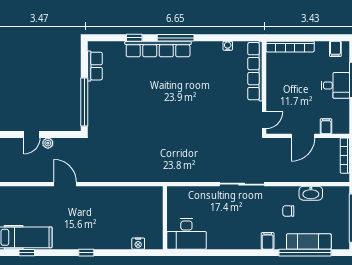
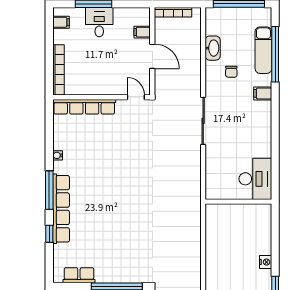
water cooler: (228, 46) -> (58, 155), moved
nightstand: (138, 244) -> (266, 262), moved

